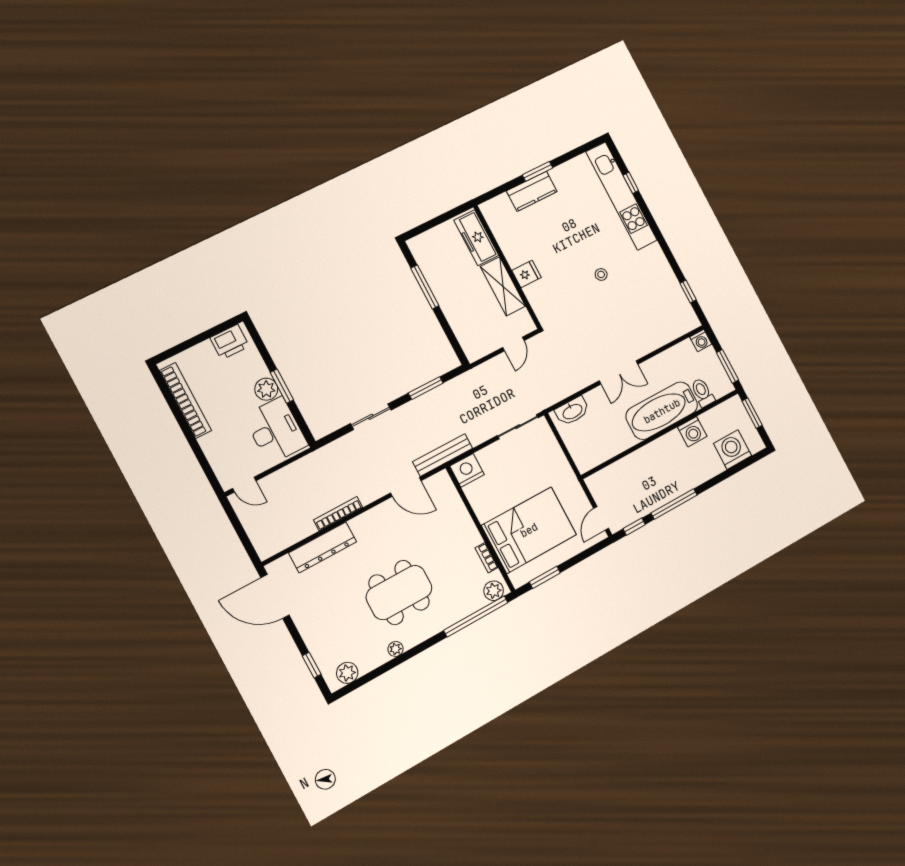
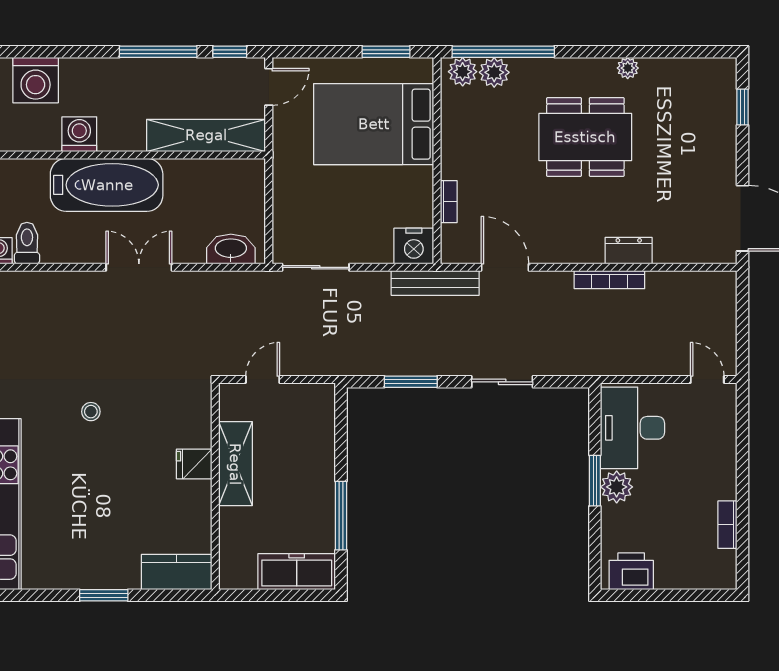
kitchen counter: (532, 191) -> (177, 572), moved
freezer: (476, 238) -> (297, 572), moved, turned -90
toilet: (703, 392) -> (27, 243), moved, turned 180
bookcase: (185, 401) -> (727, 525), width x0.43, depth x0.76
shelving: (622, 470) -> (206, 135), added
dresser: (323, 547) -> (629, 251), width x0.51, depth x0.80
bookcase: (487, 558) -> (449, 202), moved
plant: (347, 673) -> (494, 72), moved

